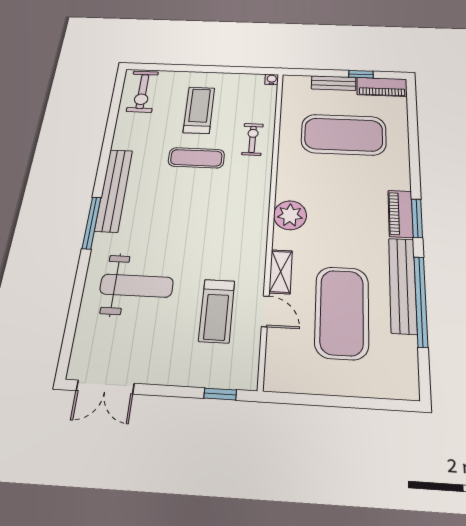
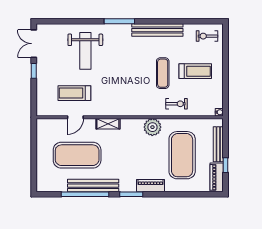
bench: (334, 83) -> (218, 144), width x1.36
exercise bike: (142, 91) -> (207, 36), width x0.73, depth x0.72
bench: (114, 190) -> (157, 30), moved
piano: (401, 214) -> (150, 186), moved
plant: (290, 215) -> (152, 127), moved
shelving: (281, 272) -> (108, 124), moved
window: (220, 394) -> (34, 71), moved

